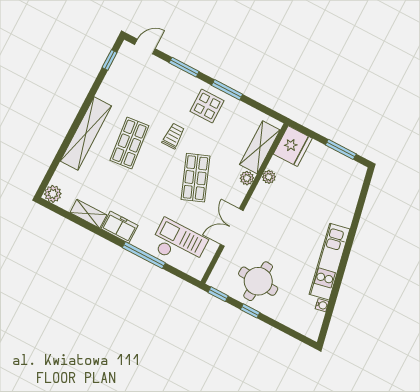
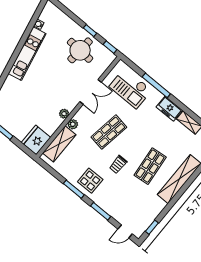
plant: (269, 177) -> (64, 114), moved
shop shelf: (195, 178) -> (109, 132), turned 30

